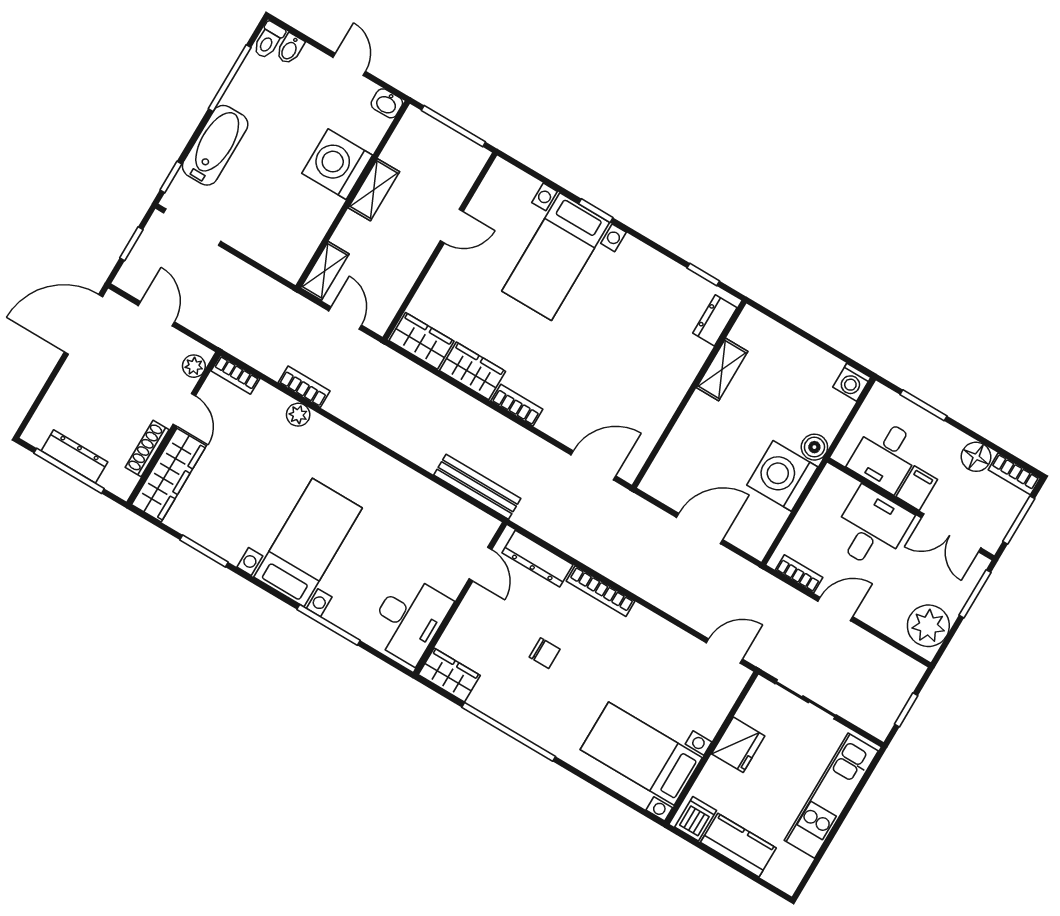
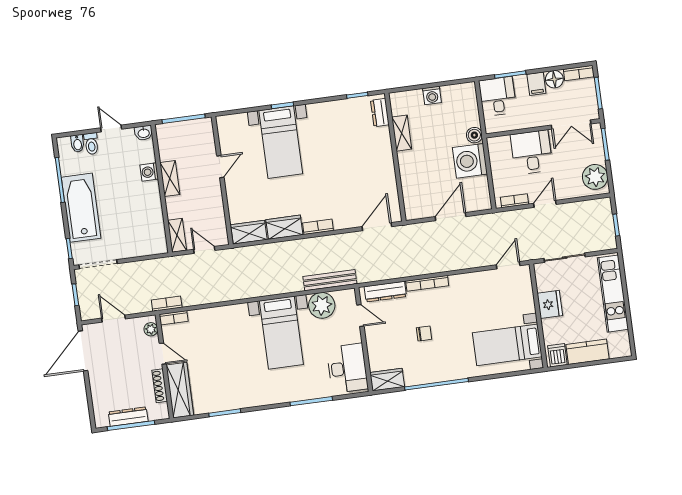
toilet: (269, 40) -> (91, 144), moved
bathtub: (215, 145) -> (81, 208), width x1.36, depth x1.36
washing machine: (337, 164) -> (149, 172), width x0.53, depth x0.53
washing machine: (852, 382) -> (432, 95), moved
bookcase: (304, 387) -> (167, 304), moved
plant: (298, 415) -> (322, 305), moved, width x1.87, depth x1.87
desk: (885, 455) -> (498, 96), moved, turned 180
filing cabinet: (917, 488) -> (536, 84), moved, turned 180
bed with nightstands: (308, 543) -> (281, 333), moved, turned 180

